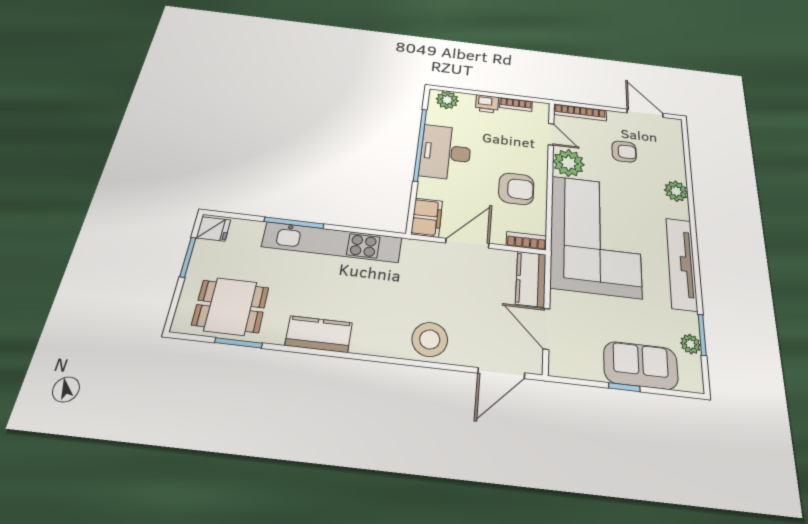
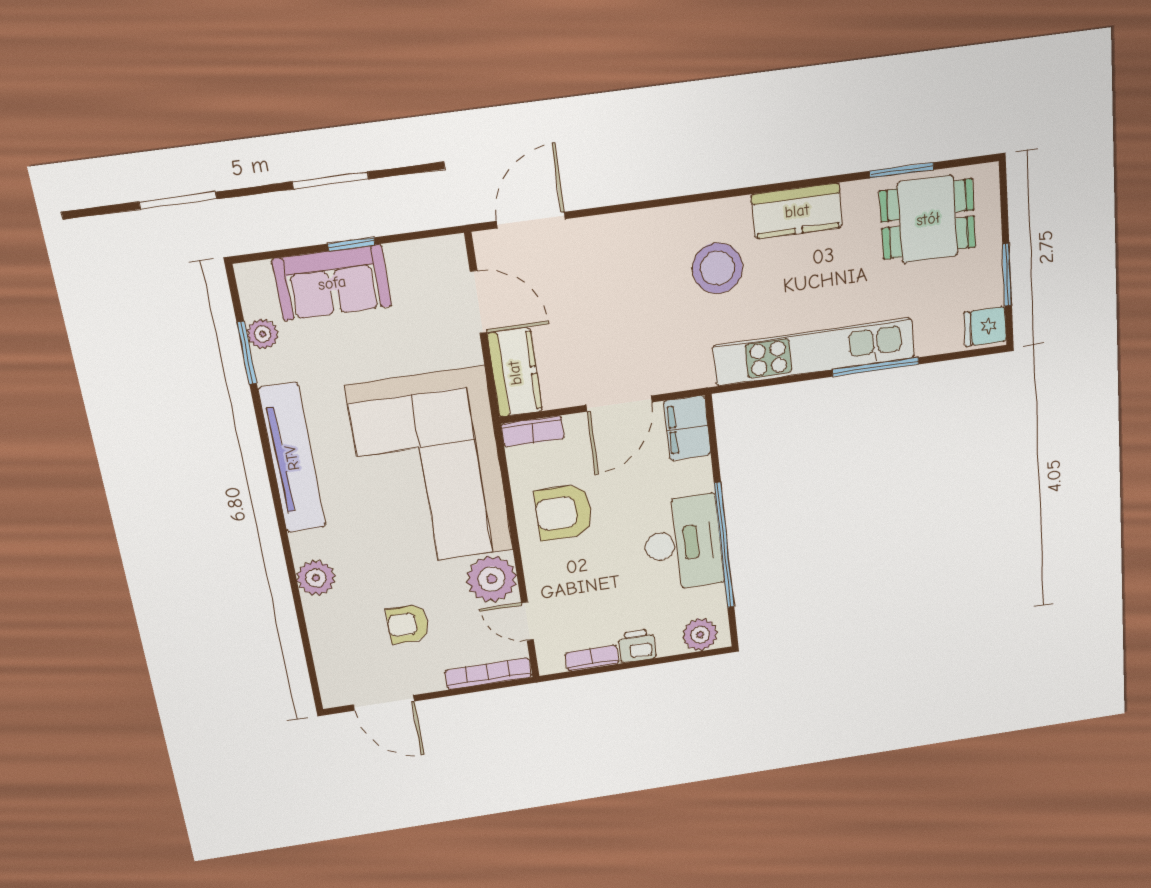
stool: (430, 339) -> (717, 268), moved

